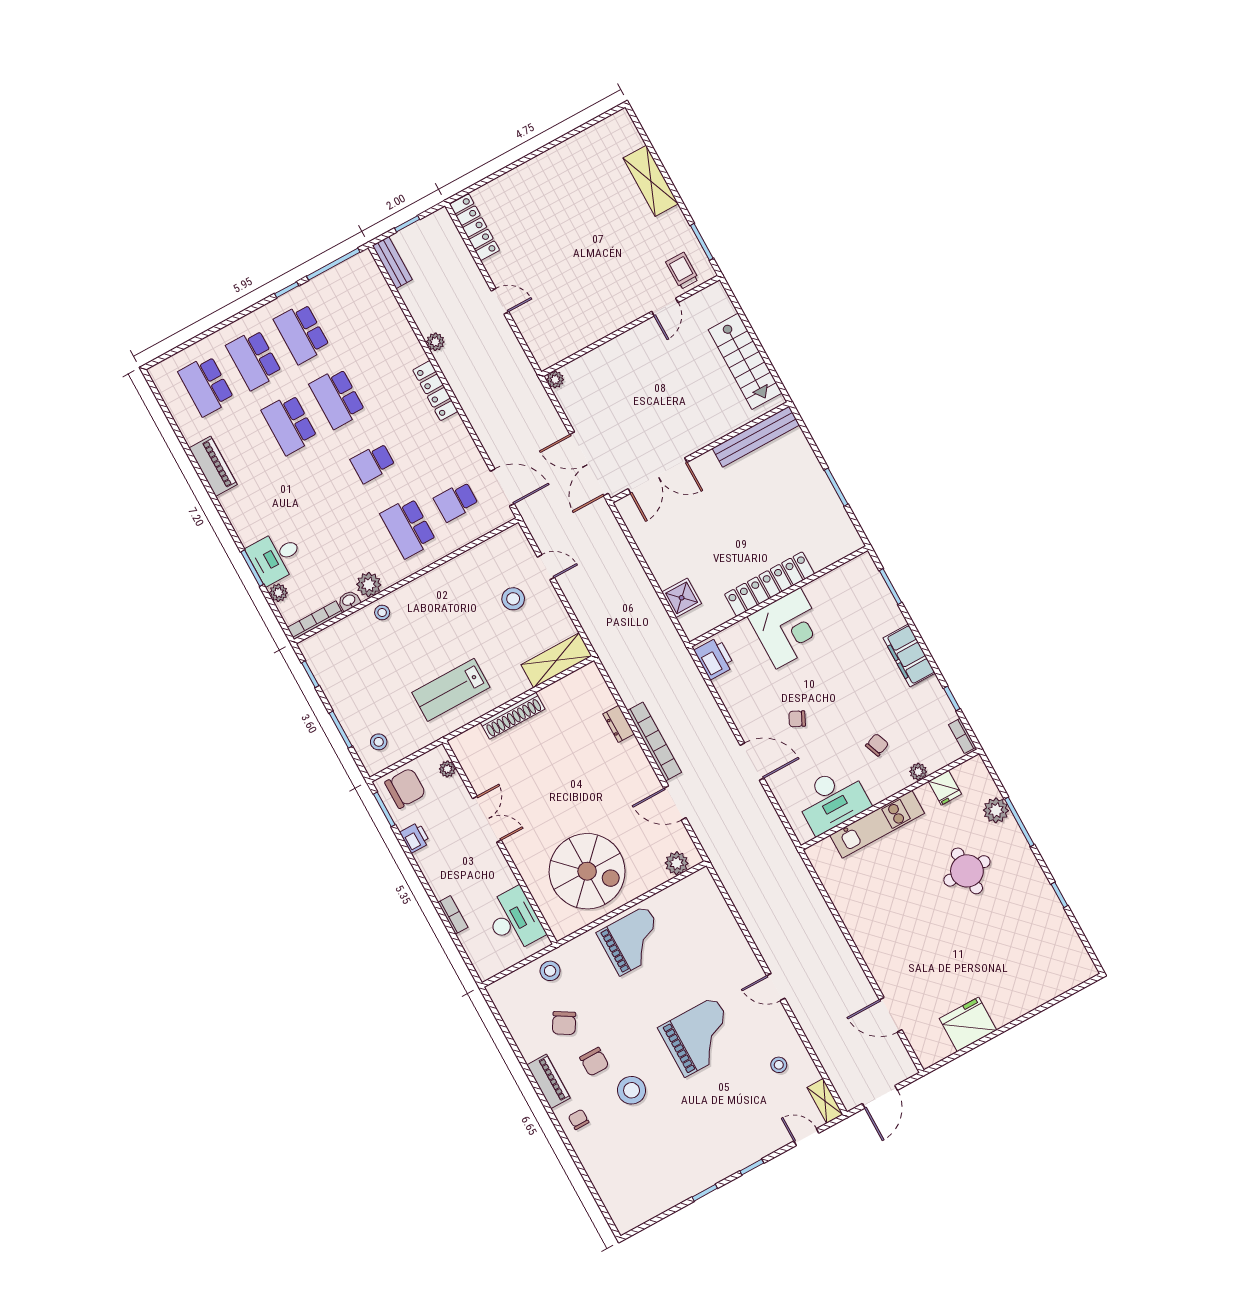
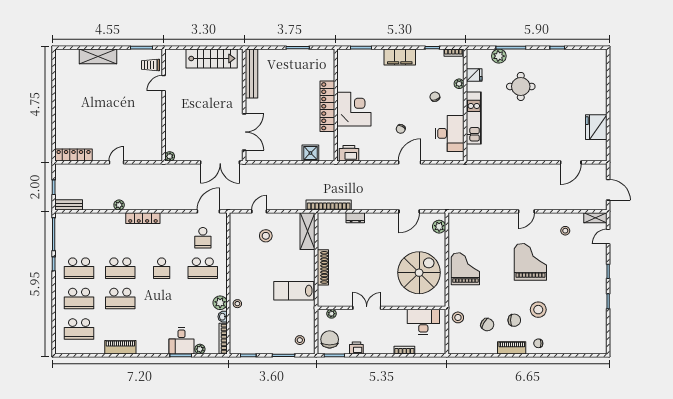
door: (665, 307) -> (164, 83), swing flipped
lab bench: (451, 690) -> (294, 291), turned 90
bookcase: (654, 742) -> (329, 205), moved

